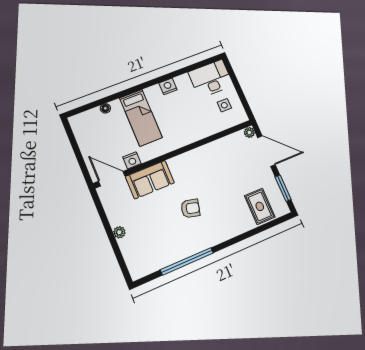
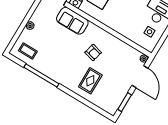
rug: (260, 206) -> (90, 81), moved
armchair: (190, 208) -> (93, 53), moved
coffee table: (147, 257) -> (28, 51), added

